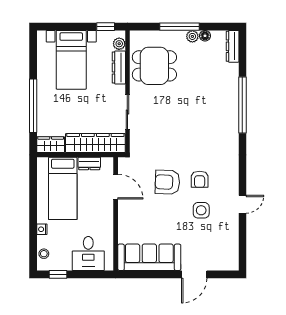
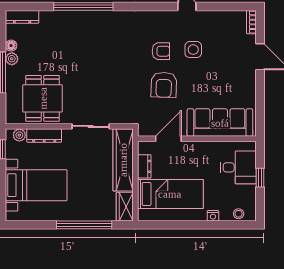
sofa: (149, 257) -> (220, 123), moved, turned 90
bookcase: (227, 266) -> (251, 22), added
window: (58, 274) -> (260, 178), moved

